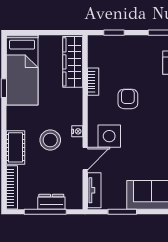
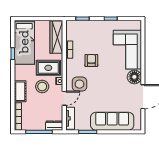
rug: (60, 111) -> (48, 68), added
dresser: (51, 202) -> (54, 126), moved

